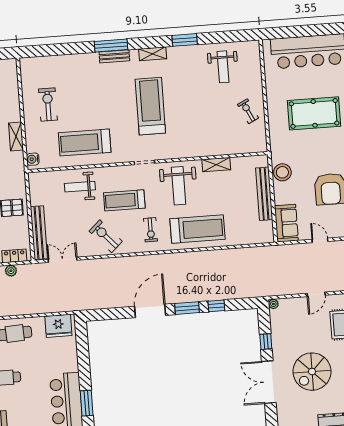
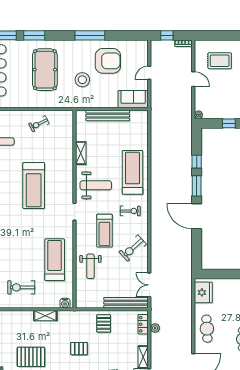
treadmill: (150, 106) -> (34, 186), moved, turned -90
treadmill: (85, 143) -> (55, 260), turned 180
stool: (282, 172) -> (82, 80), moved

